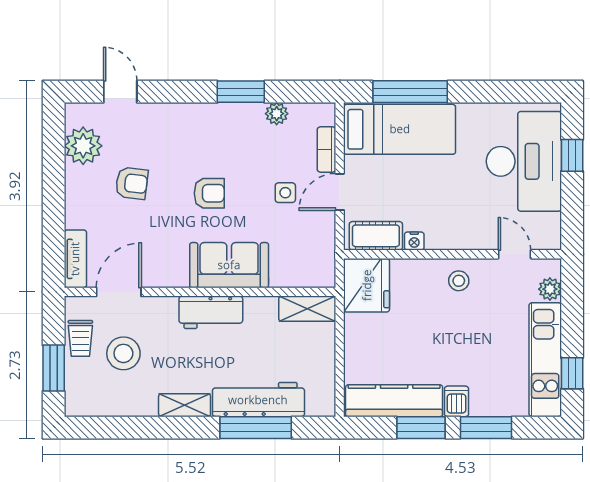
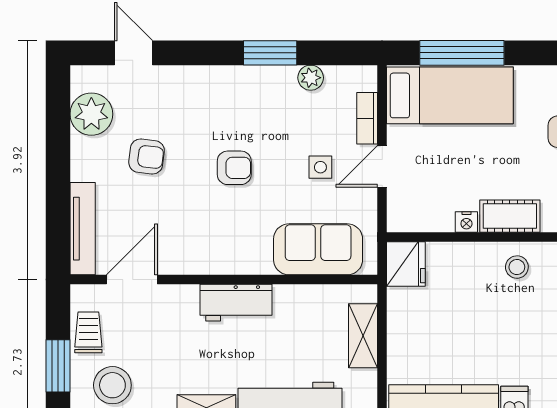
cot: (376, 236) -> (510, 216), moved
tv unit: (75, 259) -> (83, 229), width x1.41
sofa: (229, 265) -> (318, 249), moved
fridge: (367, 285) -> (406, 264), width x0.73, depth x0.75
shelving: (307, 309) -> (363, 336), moved, turned 90
trolley: (80, 338) -> (88, 332), turned 180
stool: (123, 353) -> (112, 385), moved

